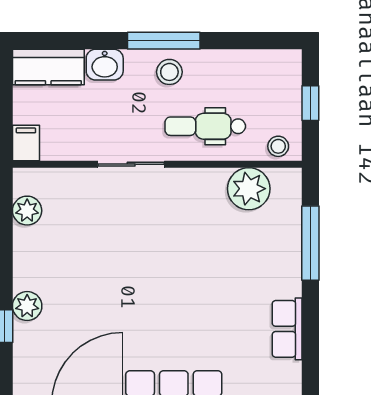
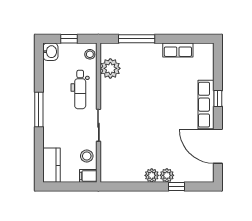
washbasin: (105, 65) -> (50, 52), moved
stool: (169, 72) -> (87, 156), moved
plant: (27, 211) -> (152, 175), moved

